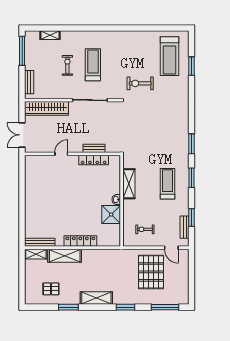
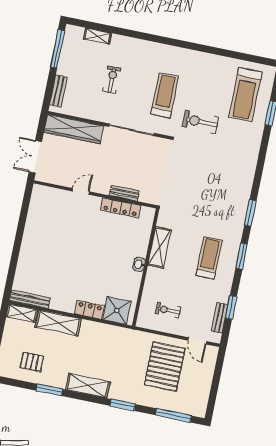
treadmill: (93, 65) -> (165, 95), moved
shower: (111, 215) -> (117, 310), moved
locker: (80, 241) -> (89, 310), width x0.66

